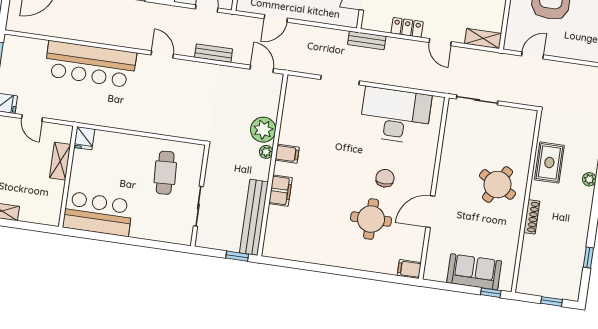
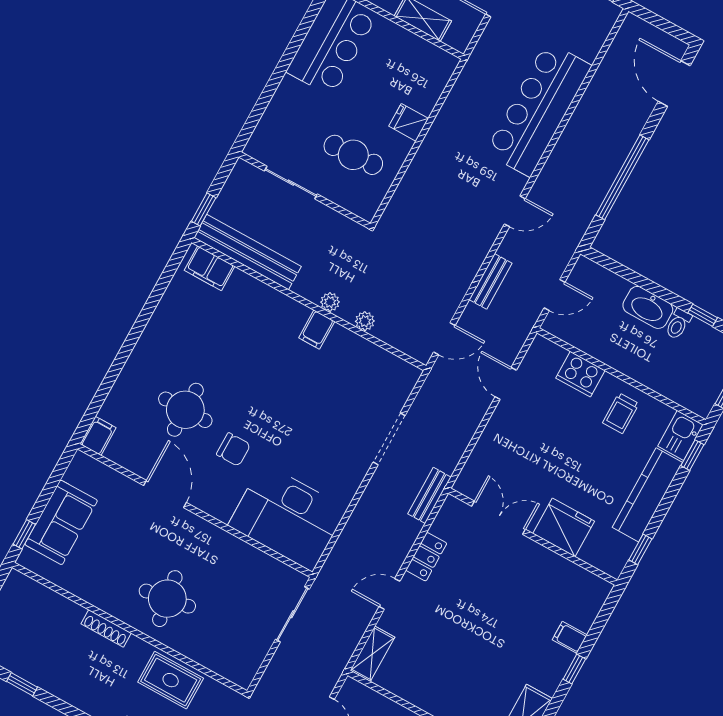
desk: (395, 115) -> (287, 517), moved, turned 90
plant: (263, 130) -> (365, 321), width x0.53, depth x0.53
fridge: (84, 138) -> (409, 122), moved
round table: (497, 185) -> (167, 599), turned -38
filing cabinet: (281, 191) -> (210, 268), moved

